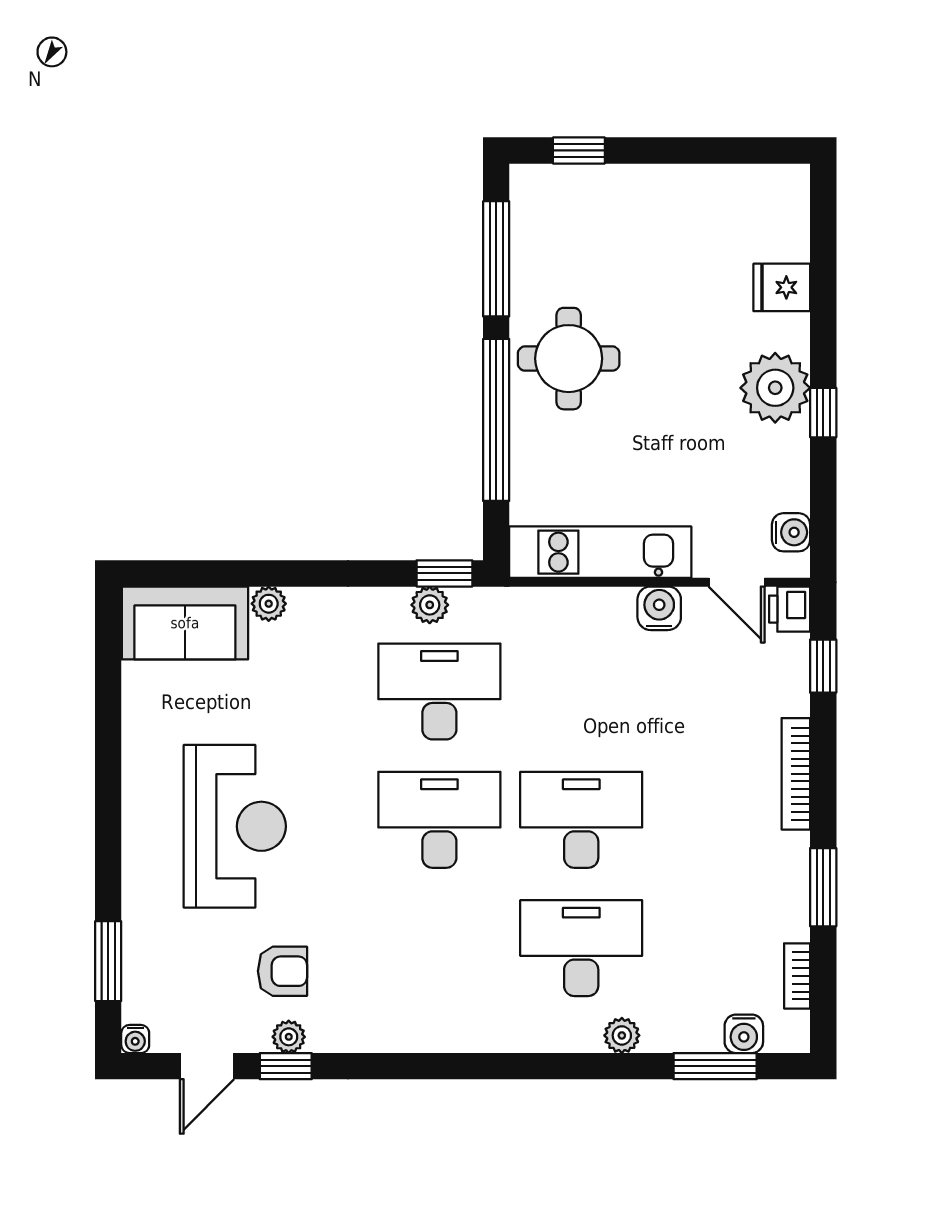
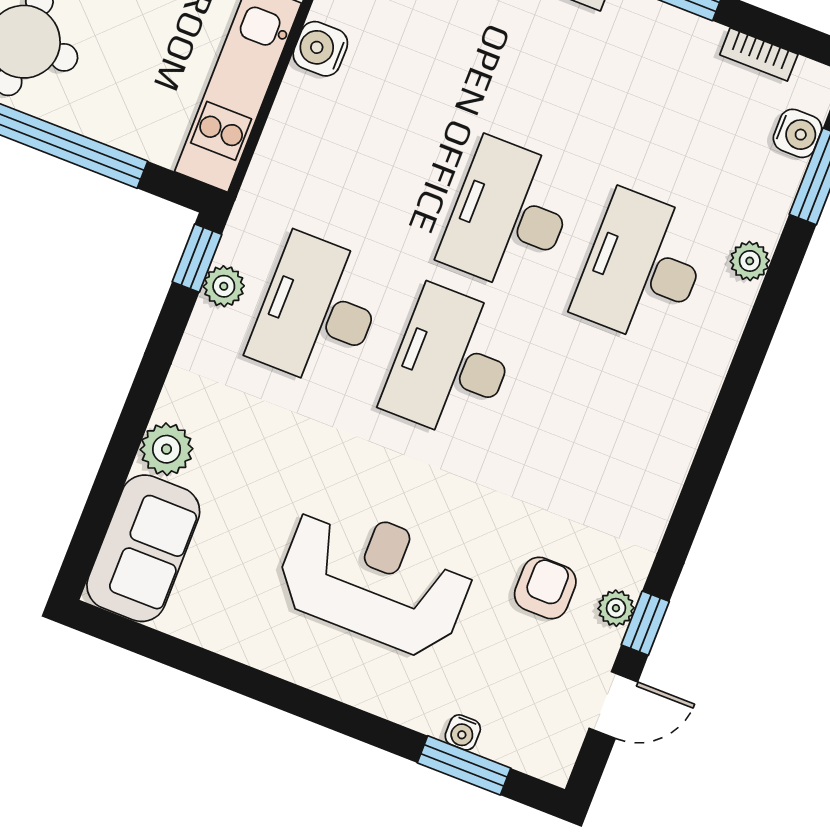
plant: (269, 604) -> (167, 449), width x1.38, depth x1.38
water cooler: (135, 1039) -> (463, 732), moved, turned 90
door: (207, 1066) -> (613, 705), hinge flipped

